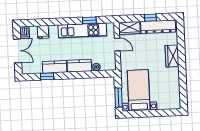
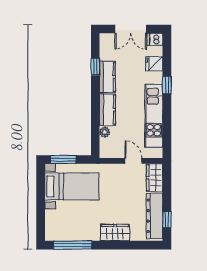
window: (150, 18) -> (167, 220), moved
window: (89, 20) -> (167, 85), moved
door: (117, 44) -> (133, 161), swing flipped
window: (183, 88) -> (73, 245), added

